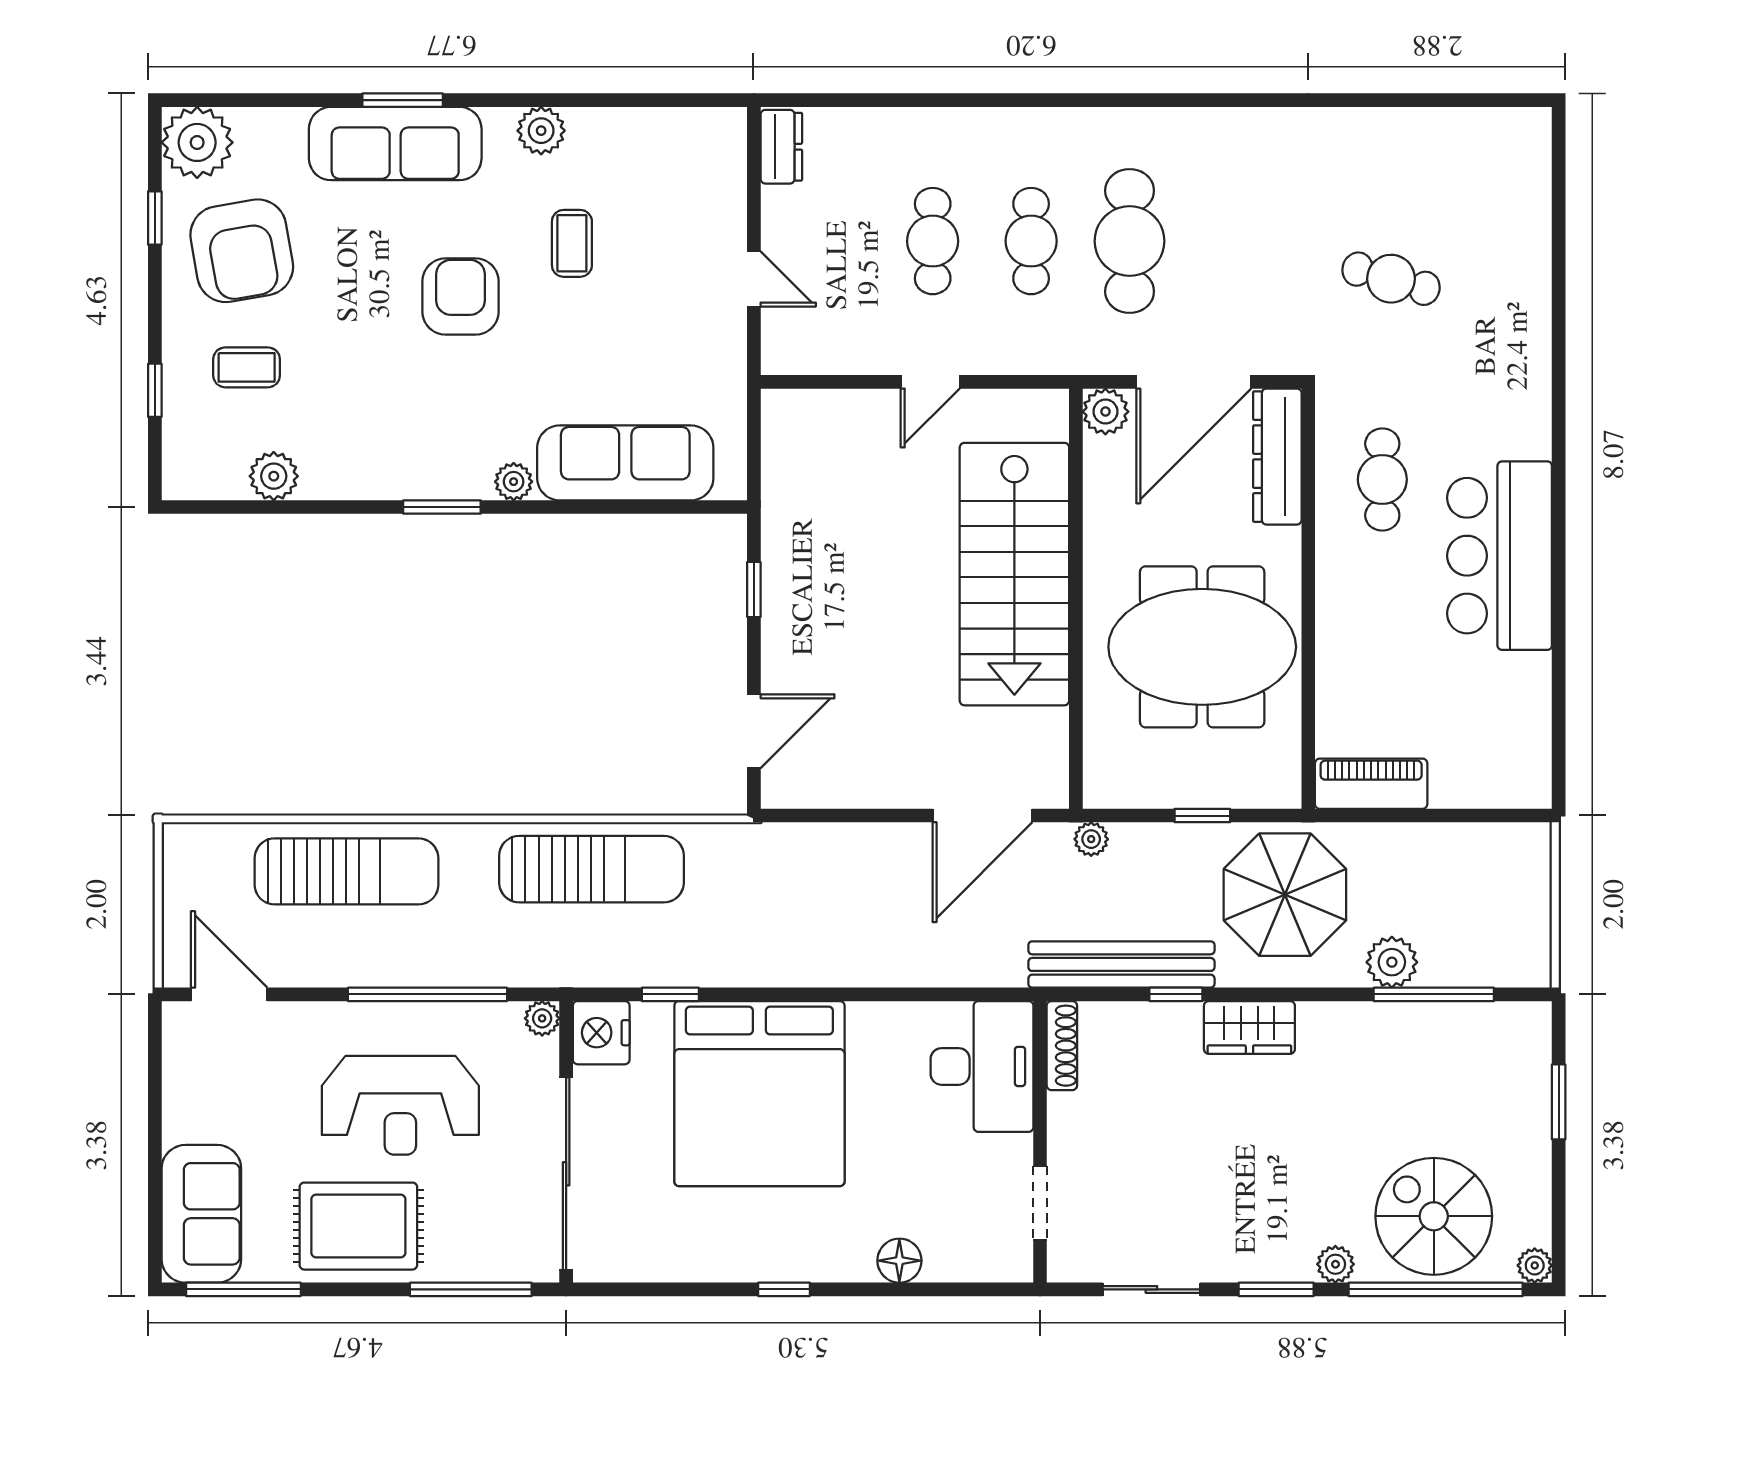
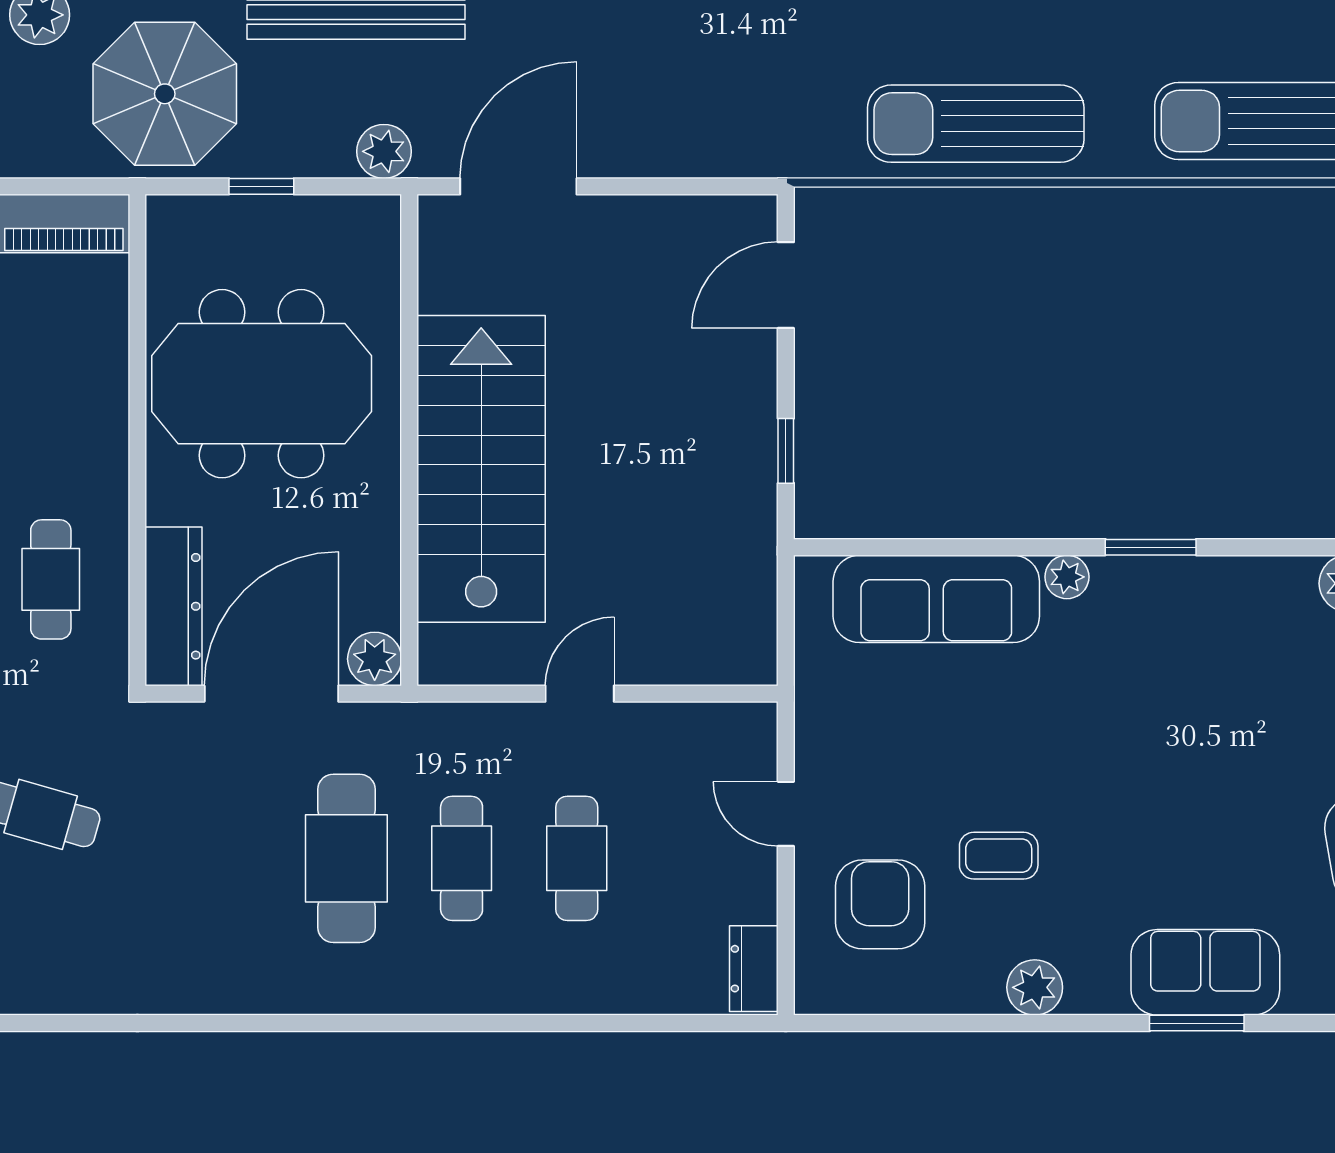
sofa: (395, 144) -> (1205, 972), width x0.73
coffee table: (572, 243) -> (999, 856), turned 90
armchair: (460, 296) -> (880, 904), moved, turned 180
plant: (1091, 839) -> (384, 151), width x1.38, depth x1.38

